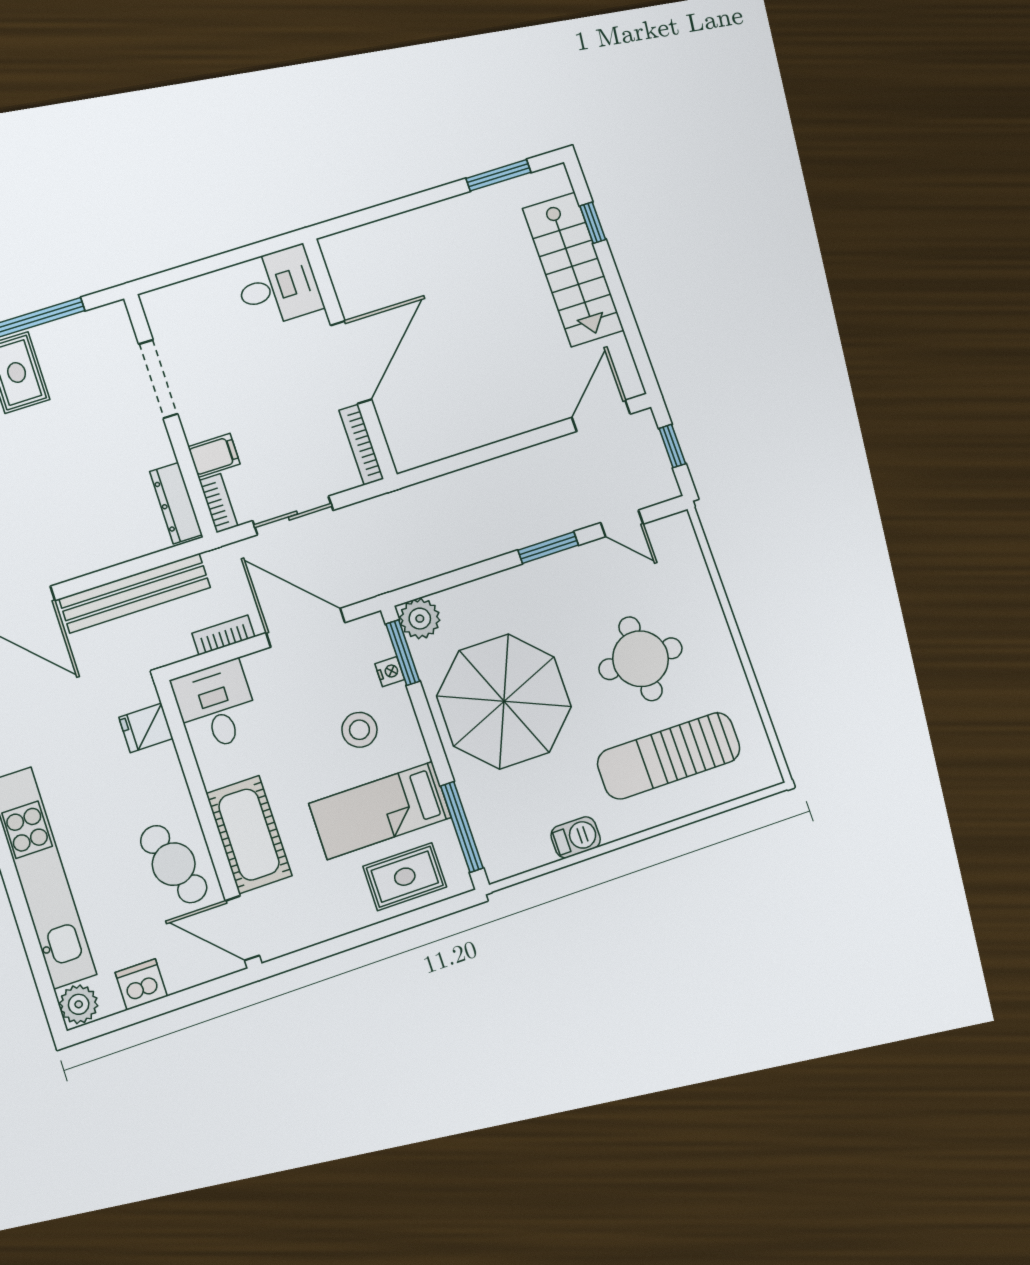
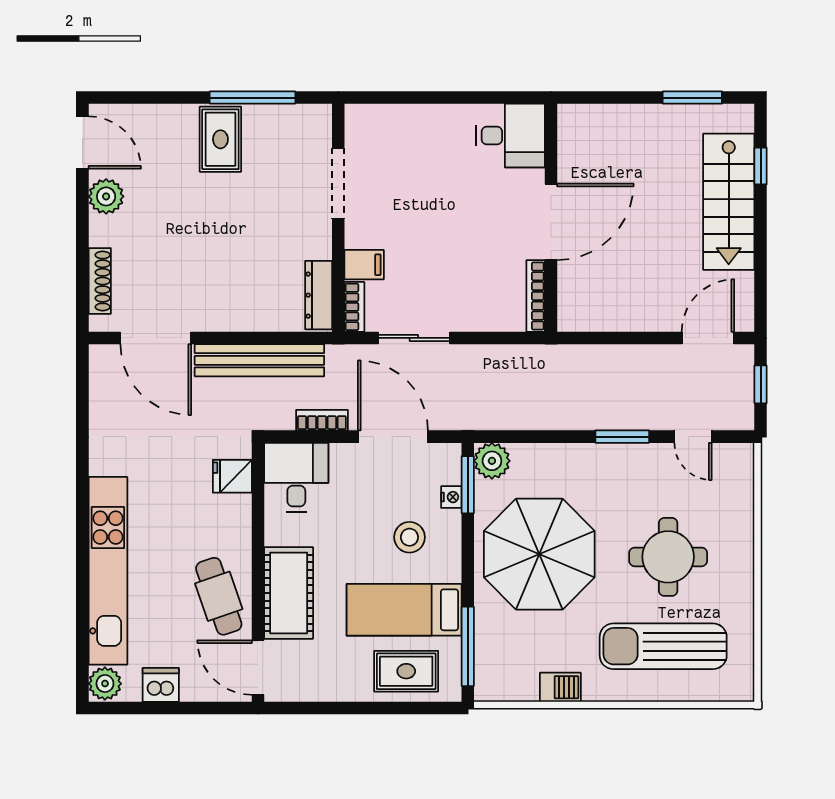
desk: (278, 287) -> (510, 136), moved
wall: (350, 358) -> (551, 218), moved
door: (351, 362) -> (551, 222), moved
bookcase: (361, 445) -> (536, 296), moved

